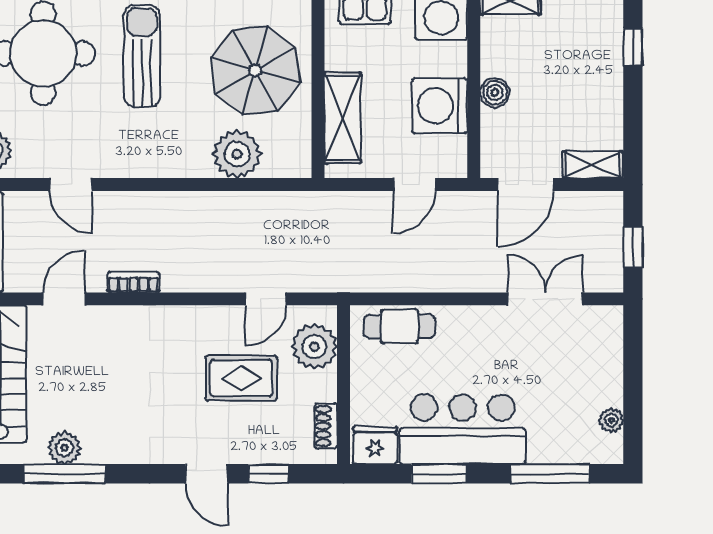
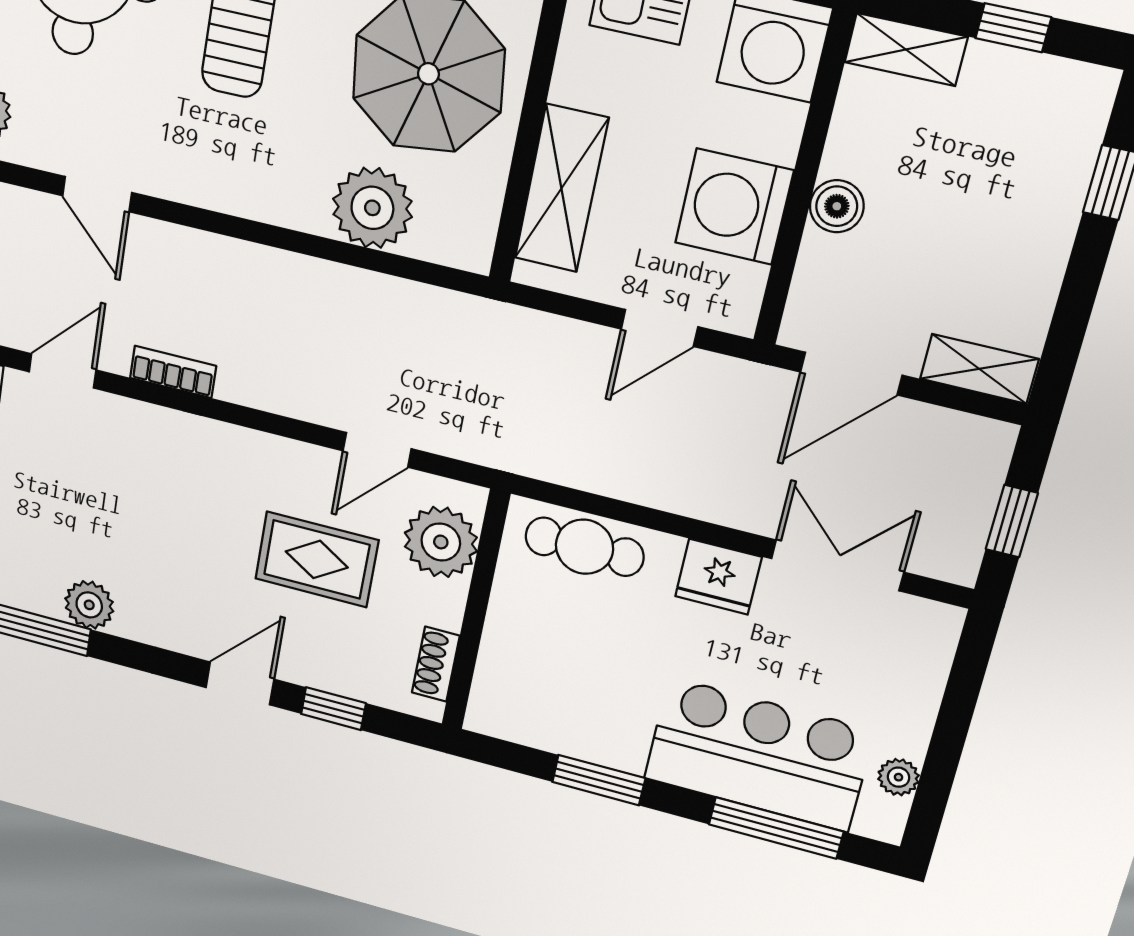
bar counter: (463, 429) -> (758, 755), moved
fridge: (375, 445) -> (718, 577), moved, turned 180
plant: (64, 448) -> (89, 605), moved
door: (207, 474) -> (240, 683), swing flipped

